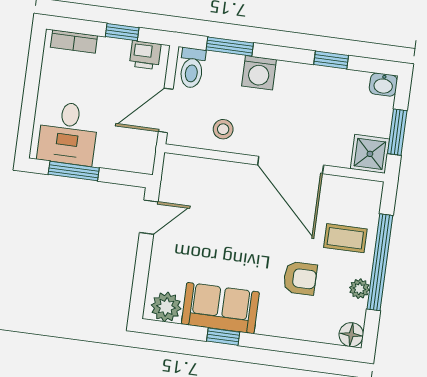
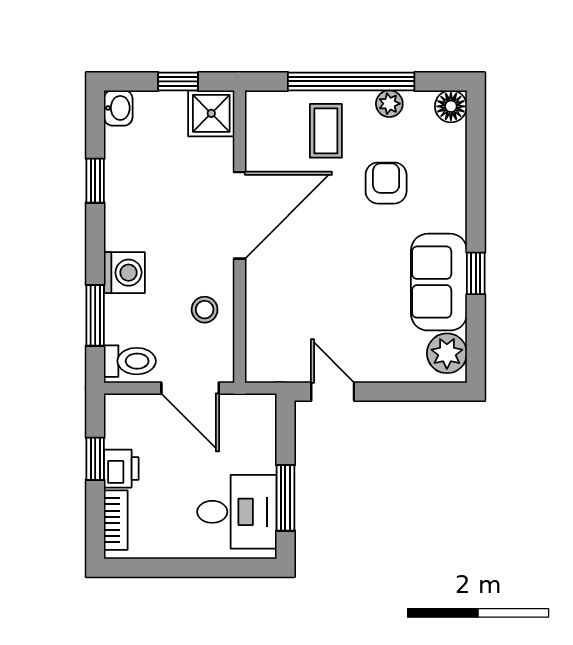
printer: (145, 55) -> (121, 469), moved
window: (397, 132) -> (178, 81), width x0.67

